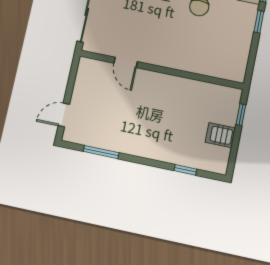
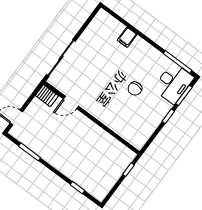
door: (126, 62) -> (71, 102), hinge flipped
server rack: (220, 135) -> (47, 96), moved, turned 180

